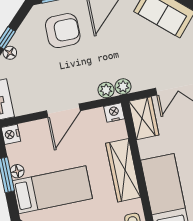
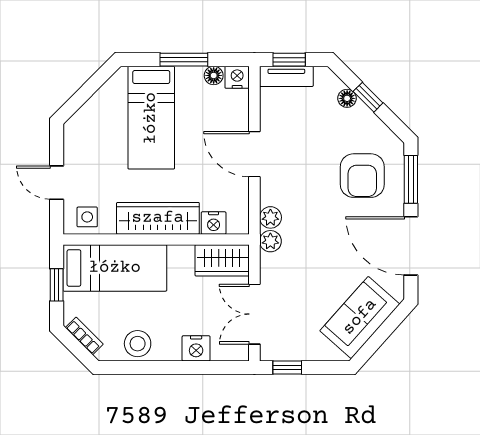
nightstand: (114, 113) -> (214, 223), moved, turned 90
floor lamp: (17, 171) -> (214, 75), moved

